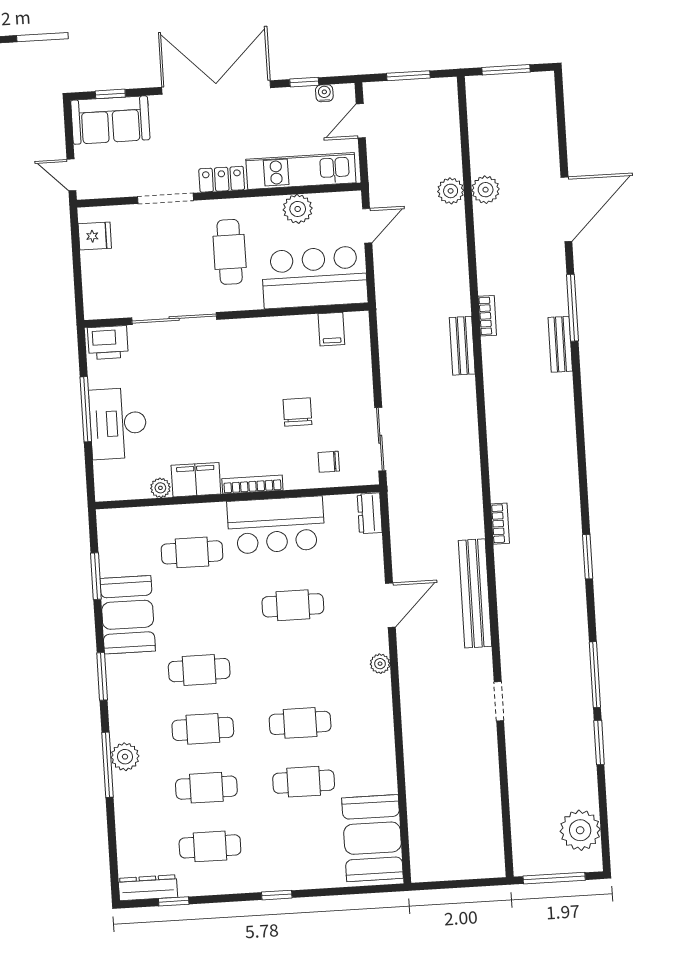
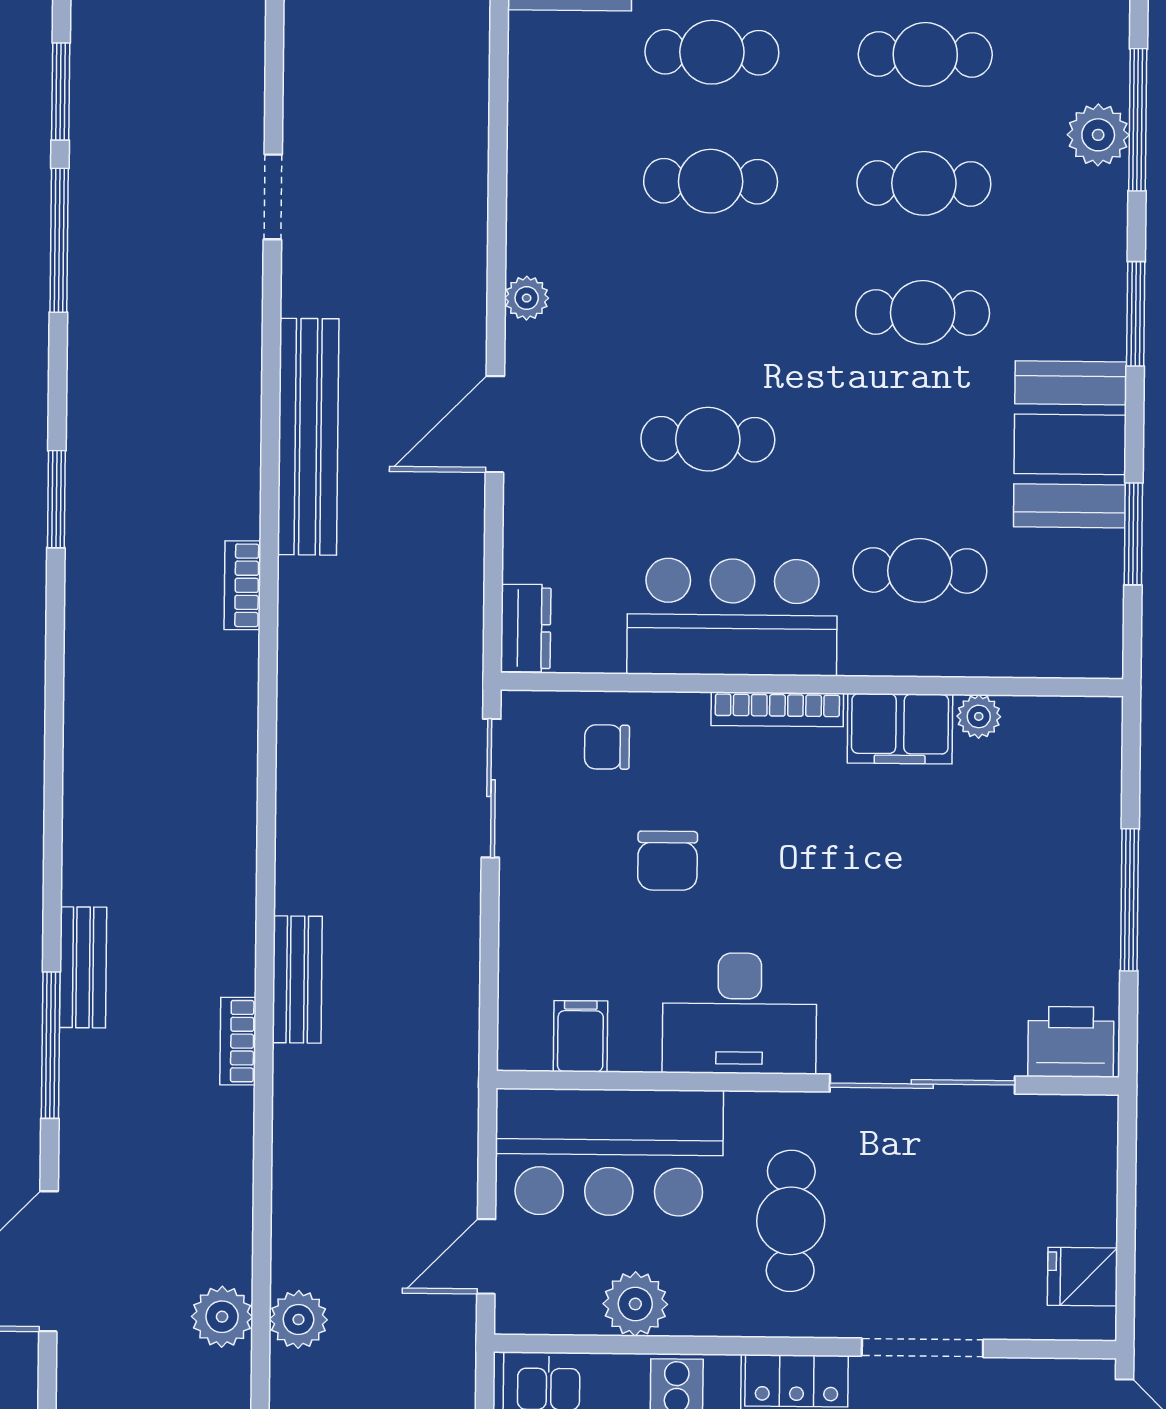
desk: (118, 423) -> (739, 1013), moved, turned 90
chair: (329, 462) -> (607, 747), turned 180

